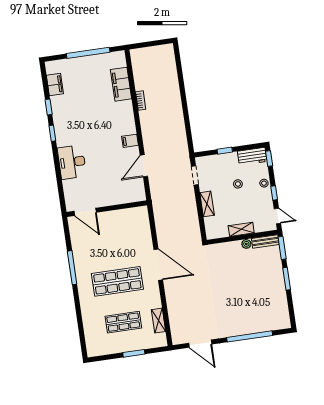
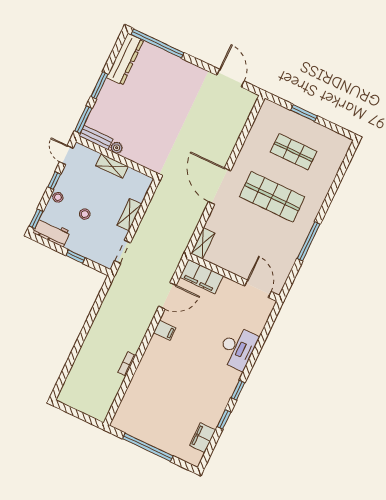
filing cabinet: (121, 84) -> (202, 277), moved, turned 90
dresser: (281, 309) -> (125, 59), added
shelving: (159, 321) -> (203, 243), moved
window: (250, 336) -> (157, 43), moved

